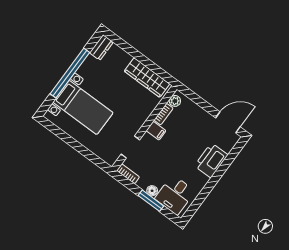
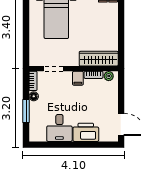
wardrobe: (147, 78) -> (99, 59), moved, turned 90
floor lamp: (152, 191) -> (34, 96), moved
desk: (175, 195) -> (59, 128), moved, turned -90

